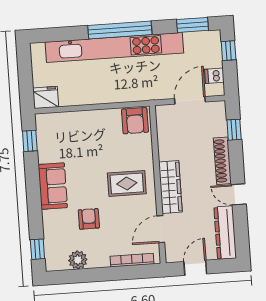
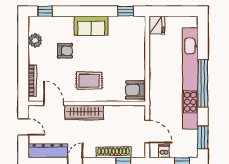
shoe rack: (222, 161) -> (114, 152), moved
rug: (127, 183) -> (89, 81), turned 90

